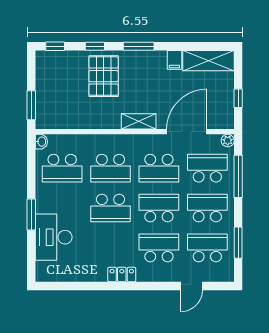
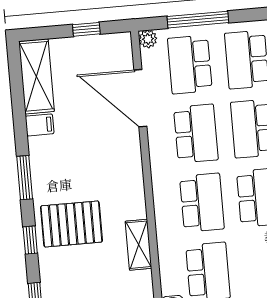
shelving: (139, 121) -> (139, 245), moved

